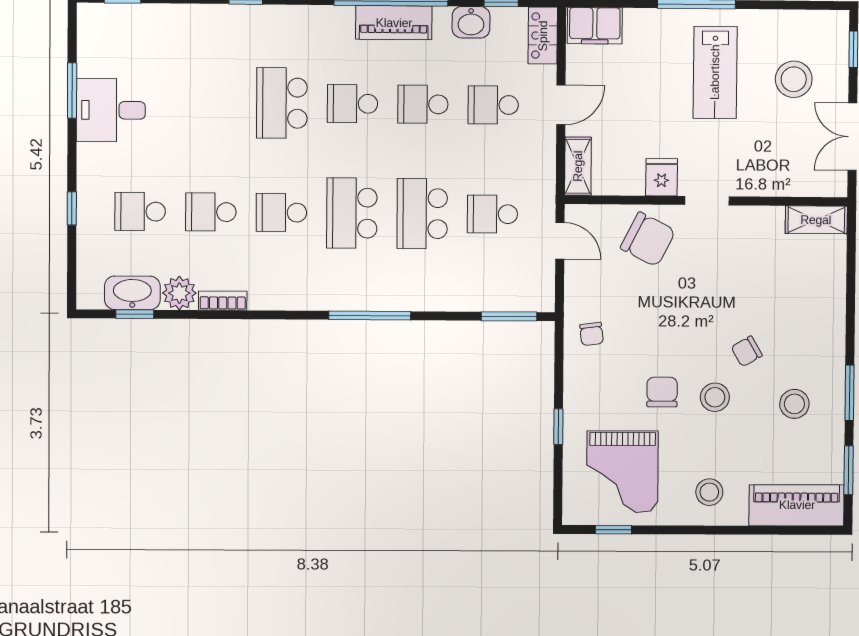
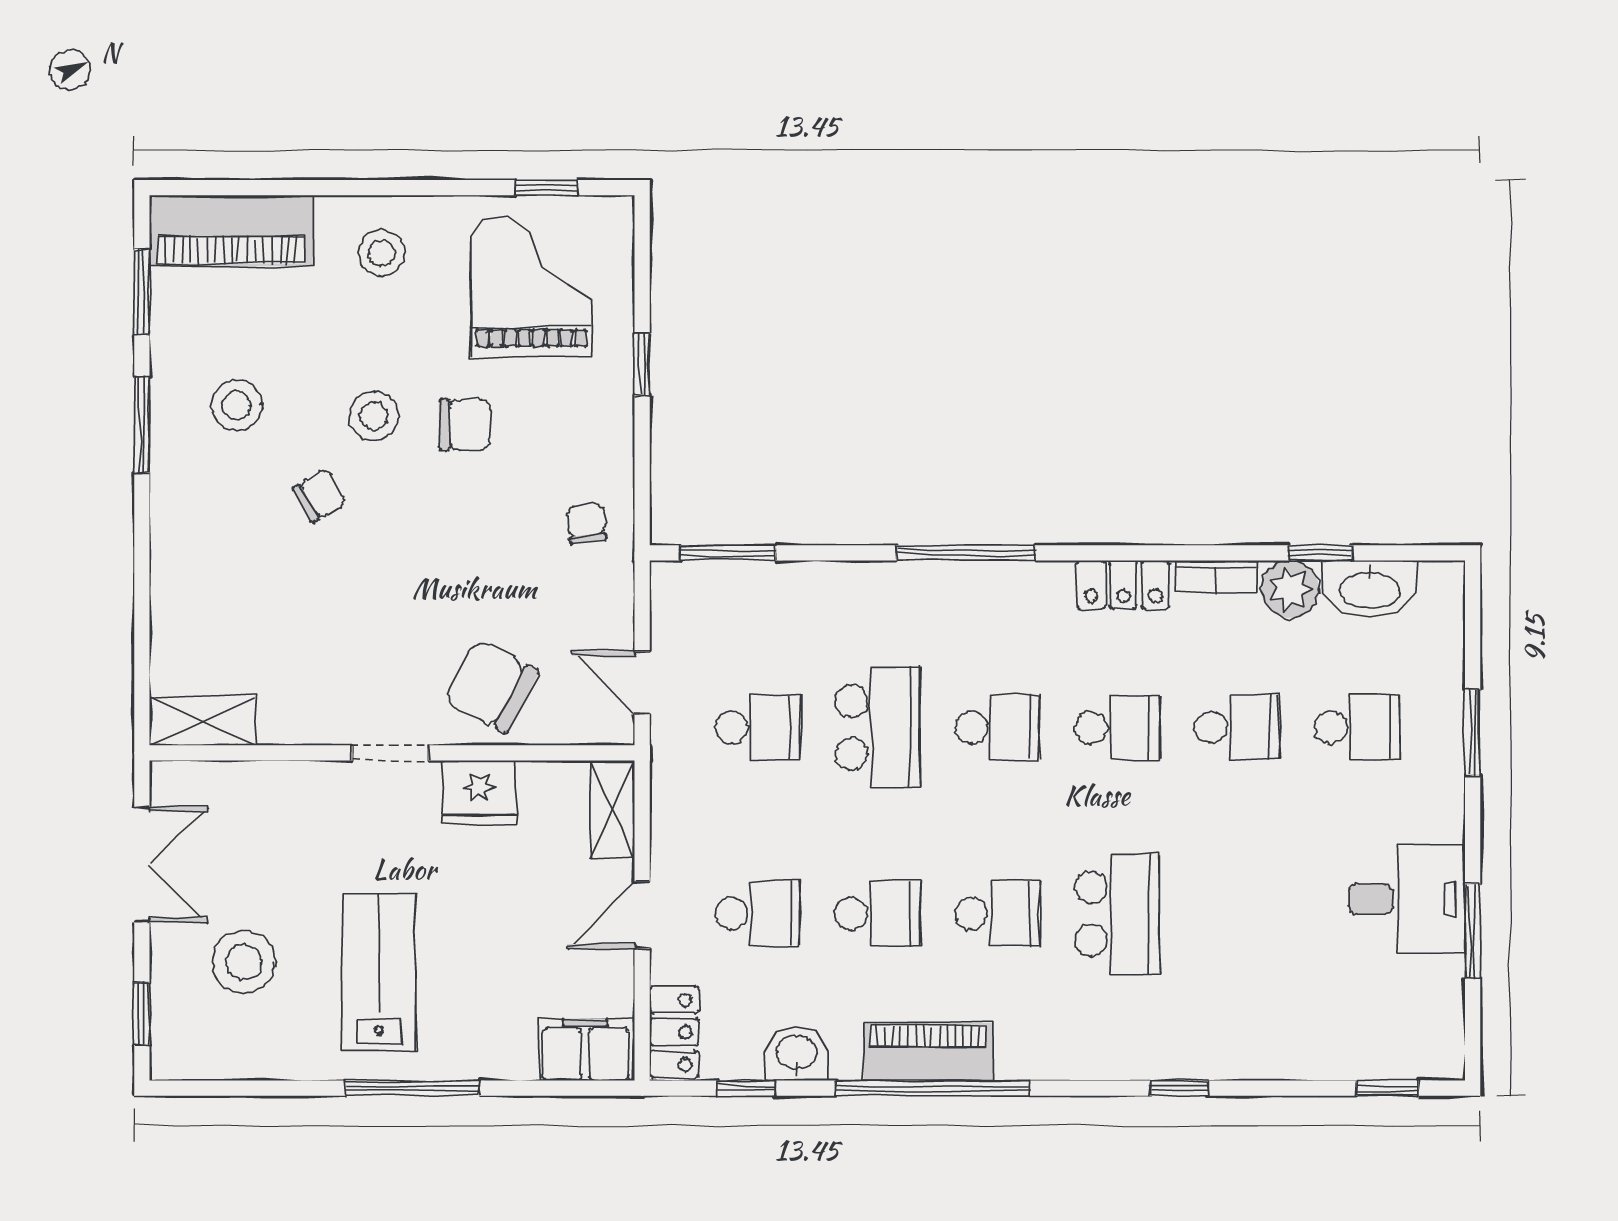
fridge: (662, 177) -> (479, 792), width x1.38
window: (72, 208) -> (1473, 732), width x1.50
school desk: (352, 213) -> (997, 727), width x0.54
locker: (278, 296) -> (1123, 585), added
window: (135, 314) -> (1321, 553), moved
chair: (662, 392) -> (465, 425), turned -90

